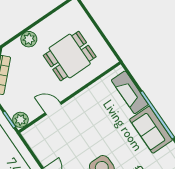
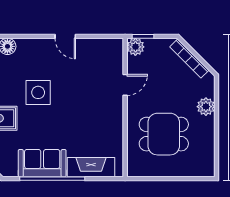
dining table: (70, 56) -> (164, 134), turned 90

